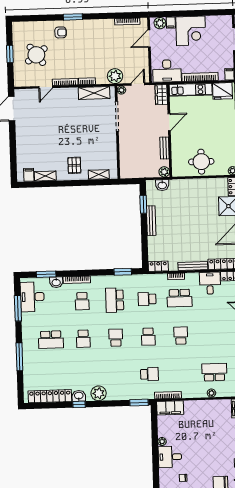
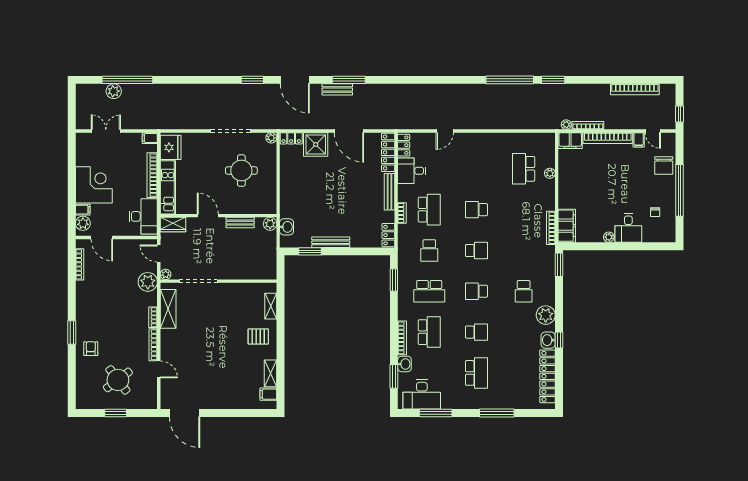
round table: (201, 162) -> (241, 171), moved
school desk: (82, 301) -> (429, 332), width x1.85
school desk: (149, 374) -> (524, 291), moved, turned 180

